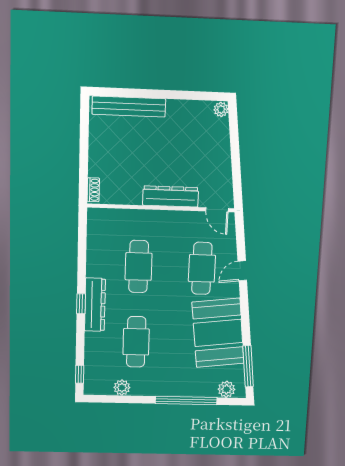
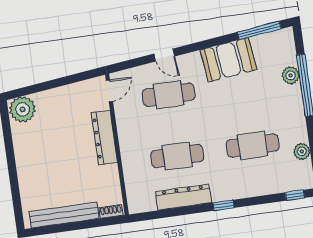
bench: (129, 106) -> (64, 215), moved, turned 90
plant: (221, 109) -> (23, 109), width x1.88, depth x1.88
dresser: (95, 305) -> (183, 197), moved
booth: (218, 333) -> (228, 60), width x0.73, depth x0.70
plant: (227, 389) -> (291, 75), moved

